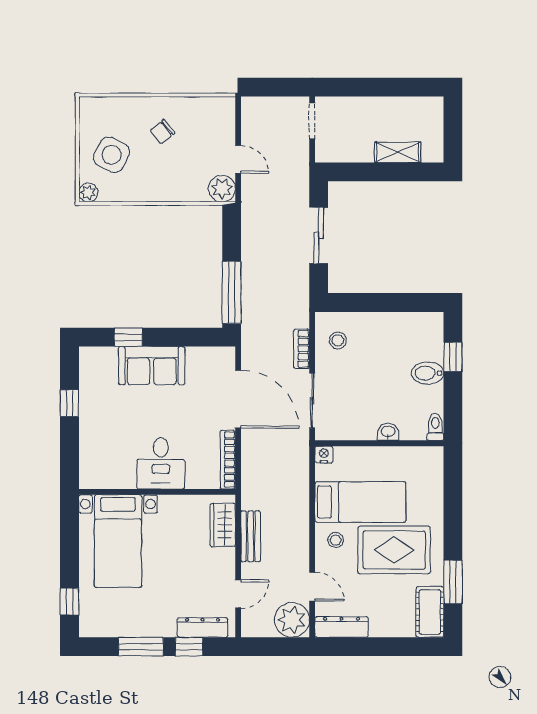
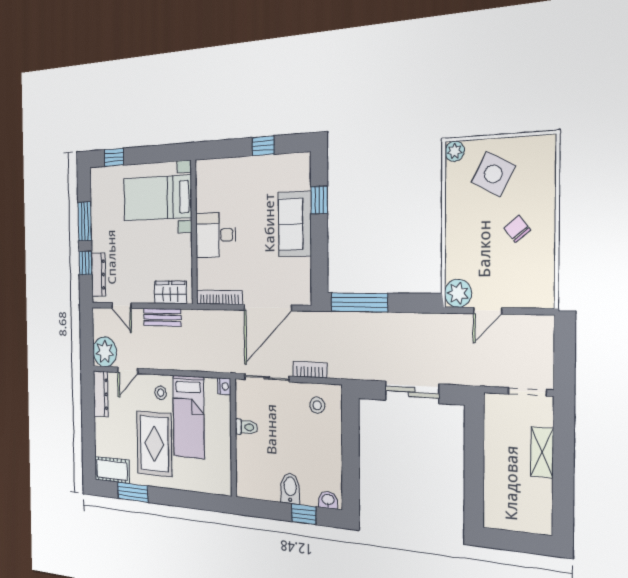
shelving: (398, 152) -> (542, 452), moved
toilet: (435, 427) -> (246, 427), moved
washbasin: (388, 432) -> (328, 500), moved, turned -90

